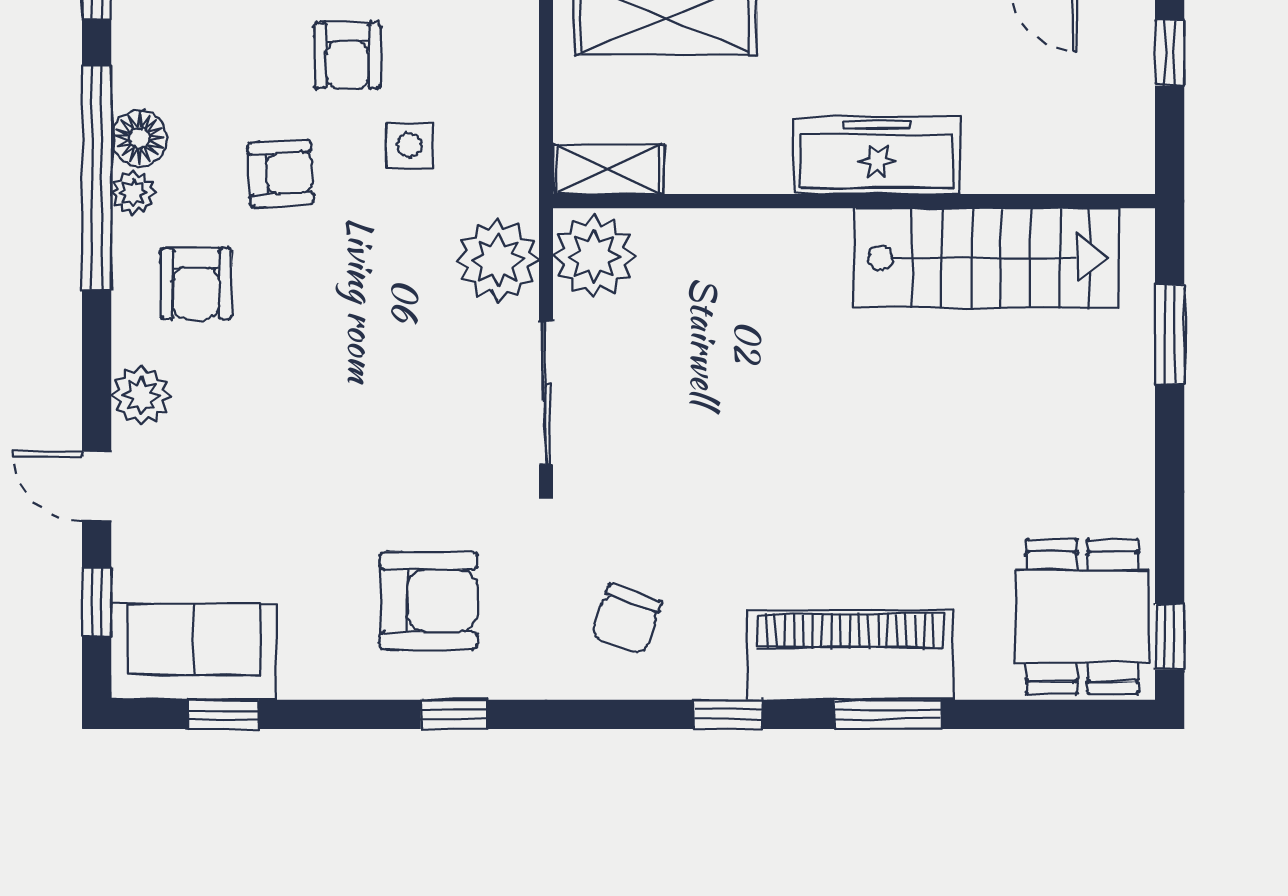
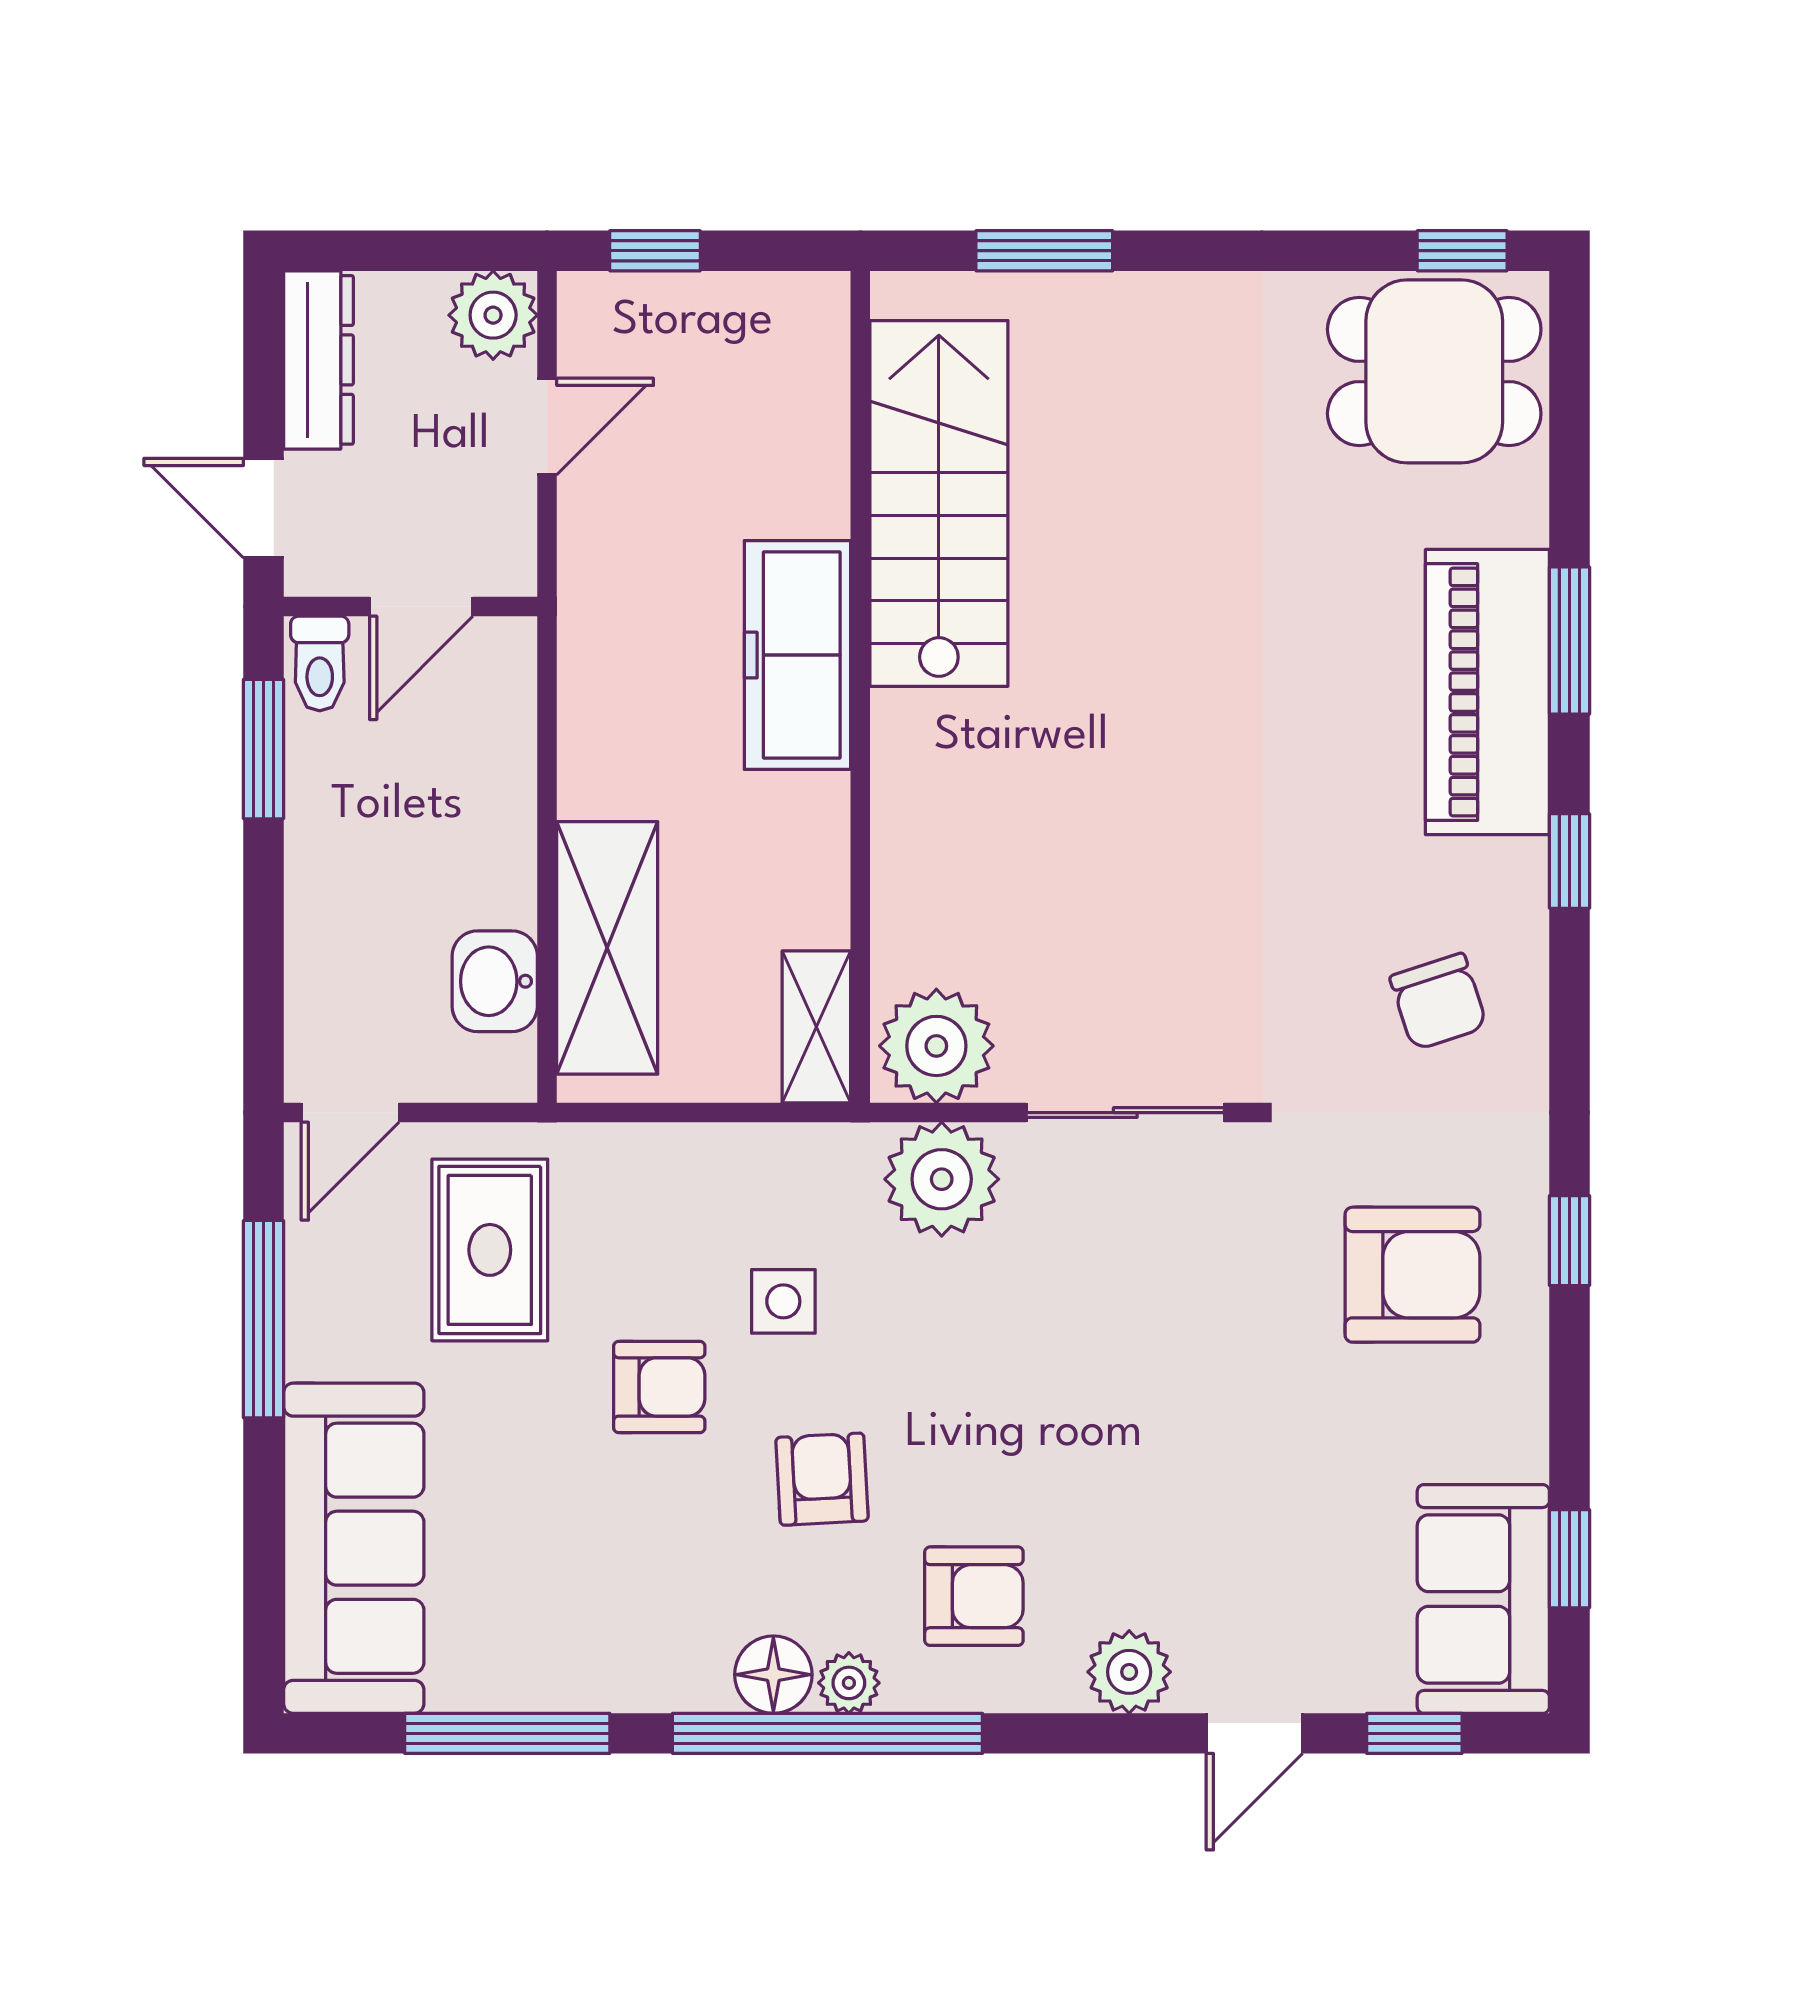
armchair: (429, 601) -> (1412, 1275), turned 90
chair: (626, 619) -> (1438, 1002), turned 53

